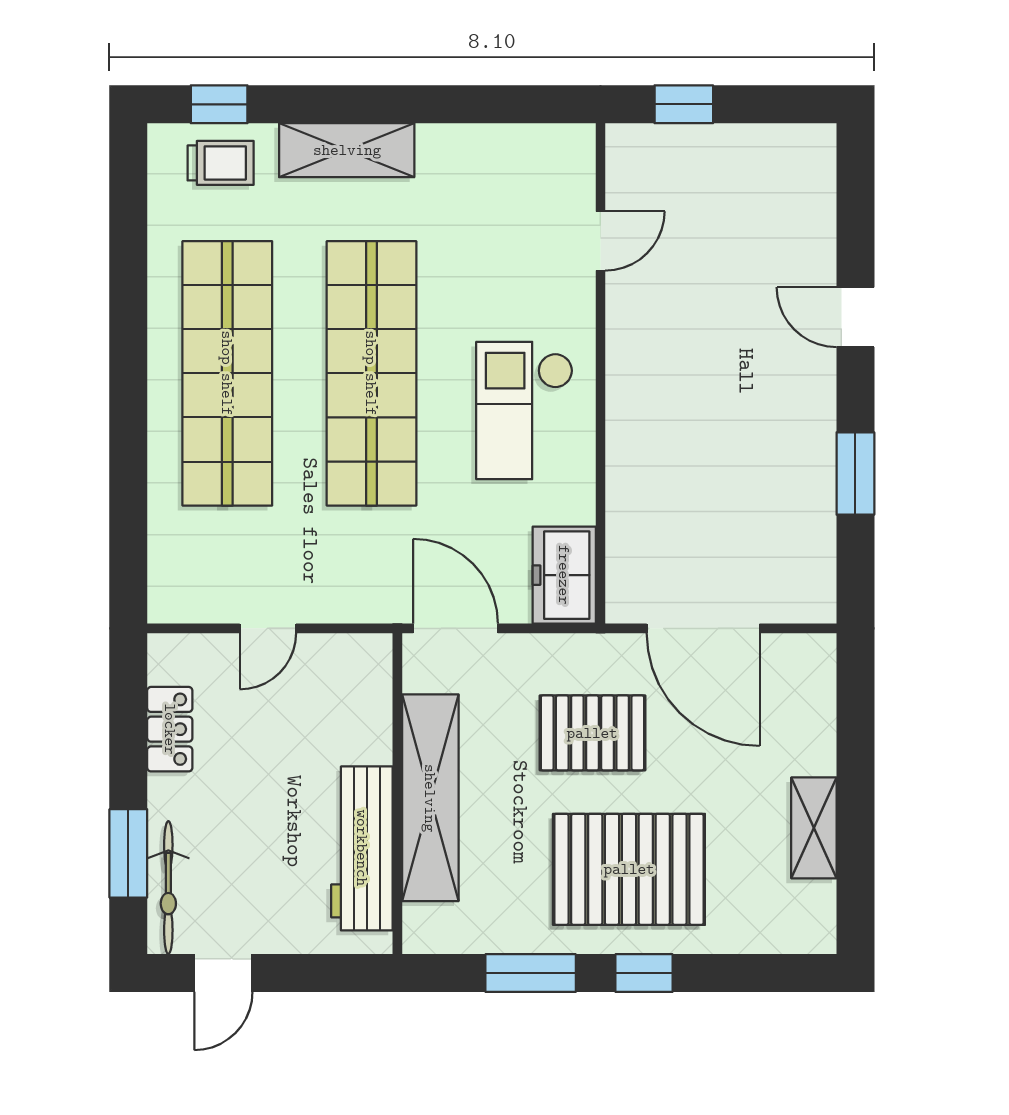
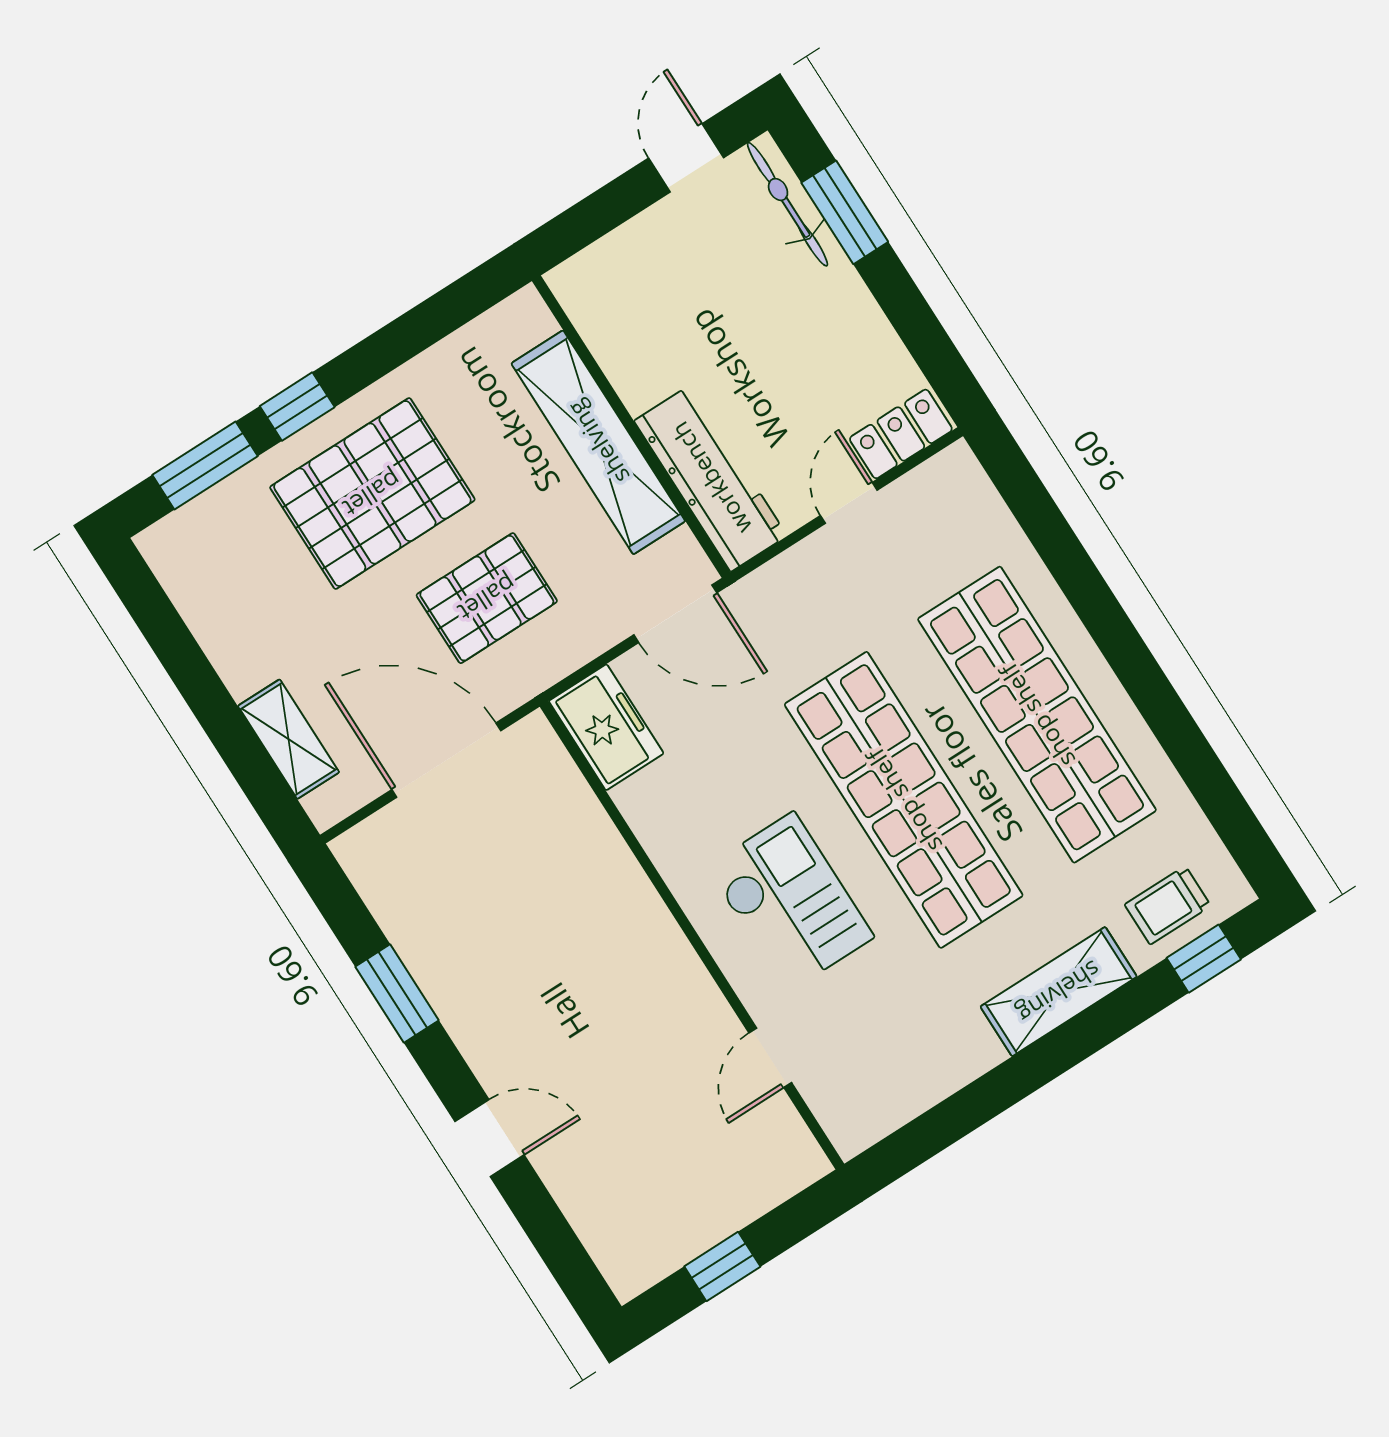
window: (684, 104) -> (722, 1266), moved
checkout: (524, 410) -> (790, 902), moved
locker: (170, 729) -> (901, 434), moved, turned 90
shelving: (814, 828) -> (289, 739), moved
workbench: (362, 848) -> (711, 478), moved
window: (531, 973) -> (205, 466), moved

